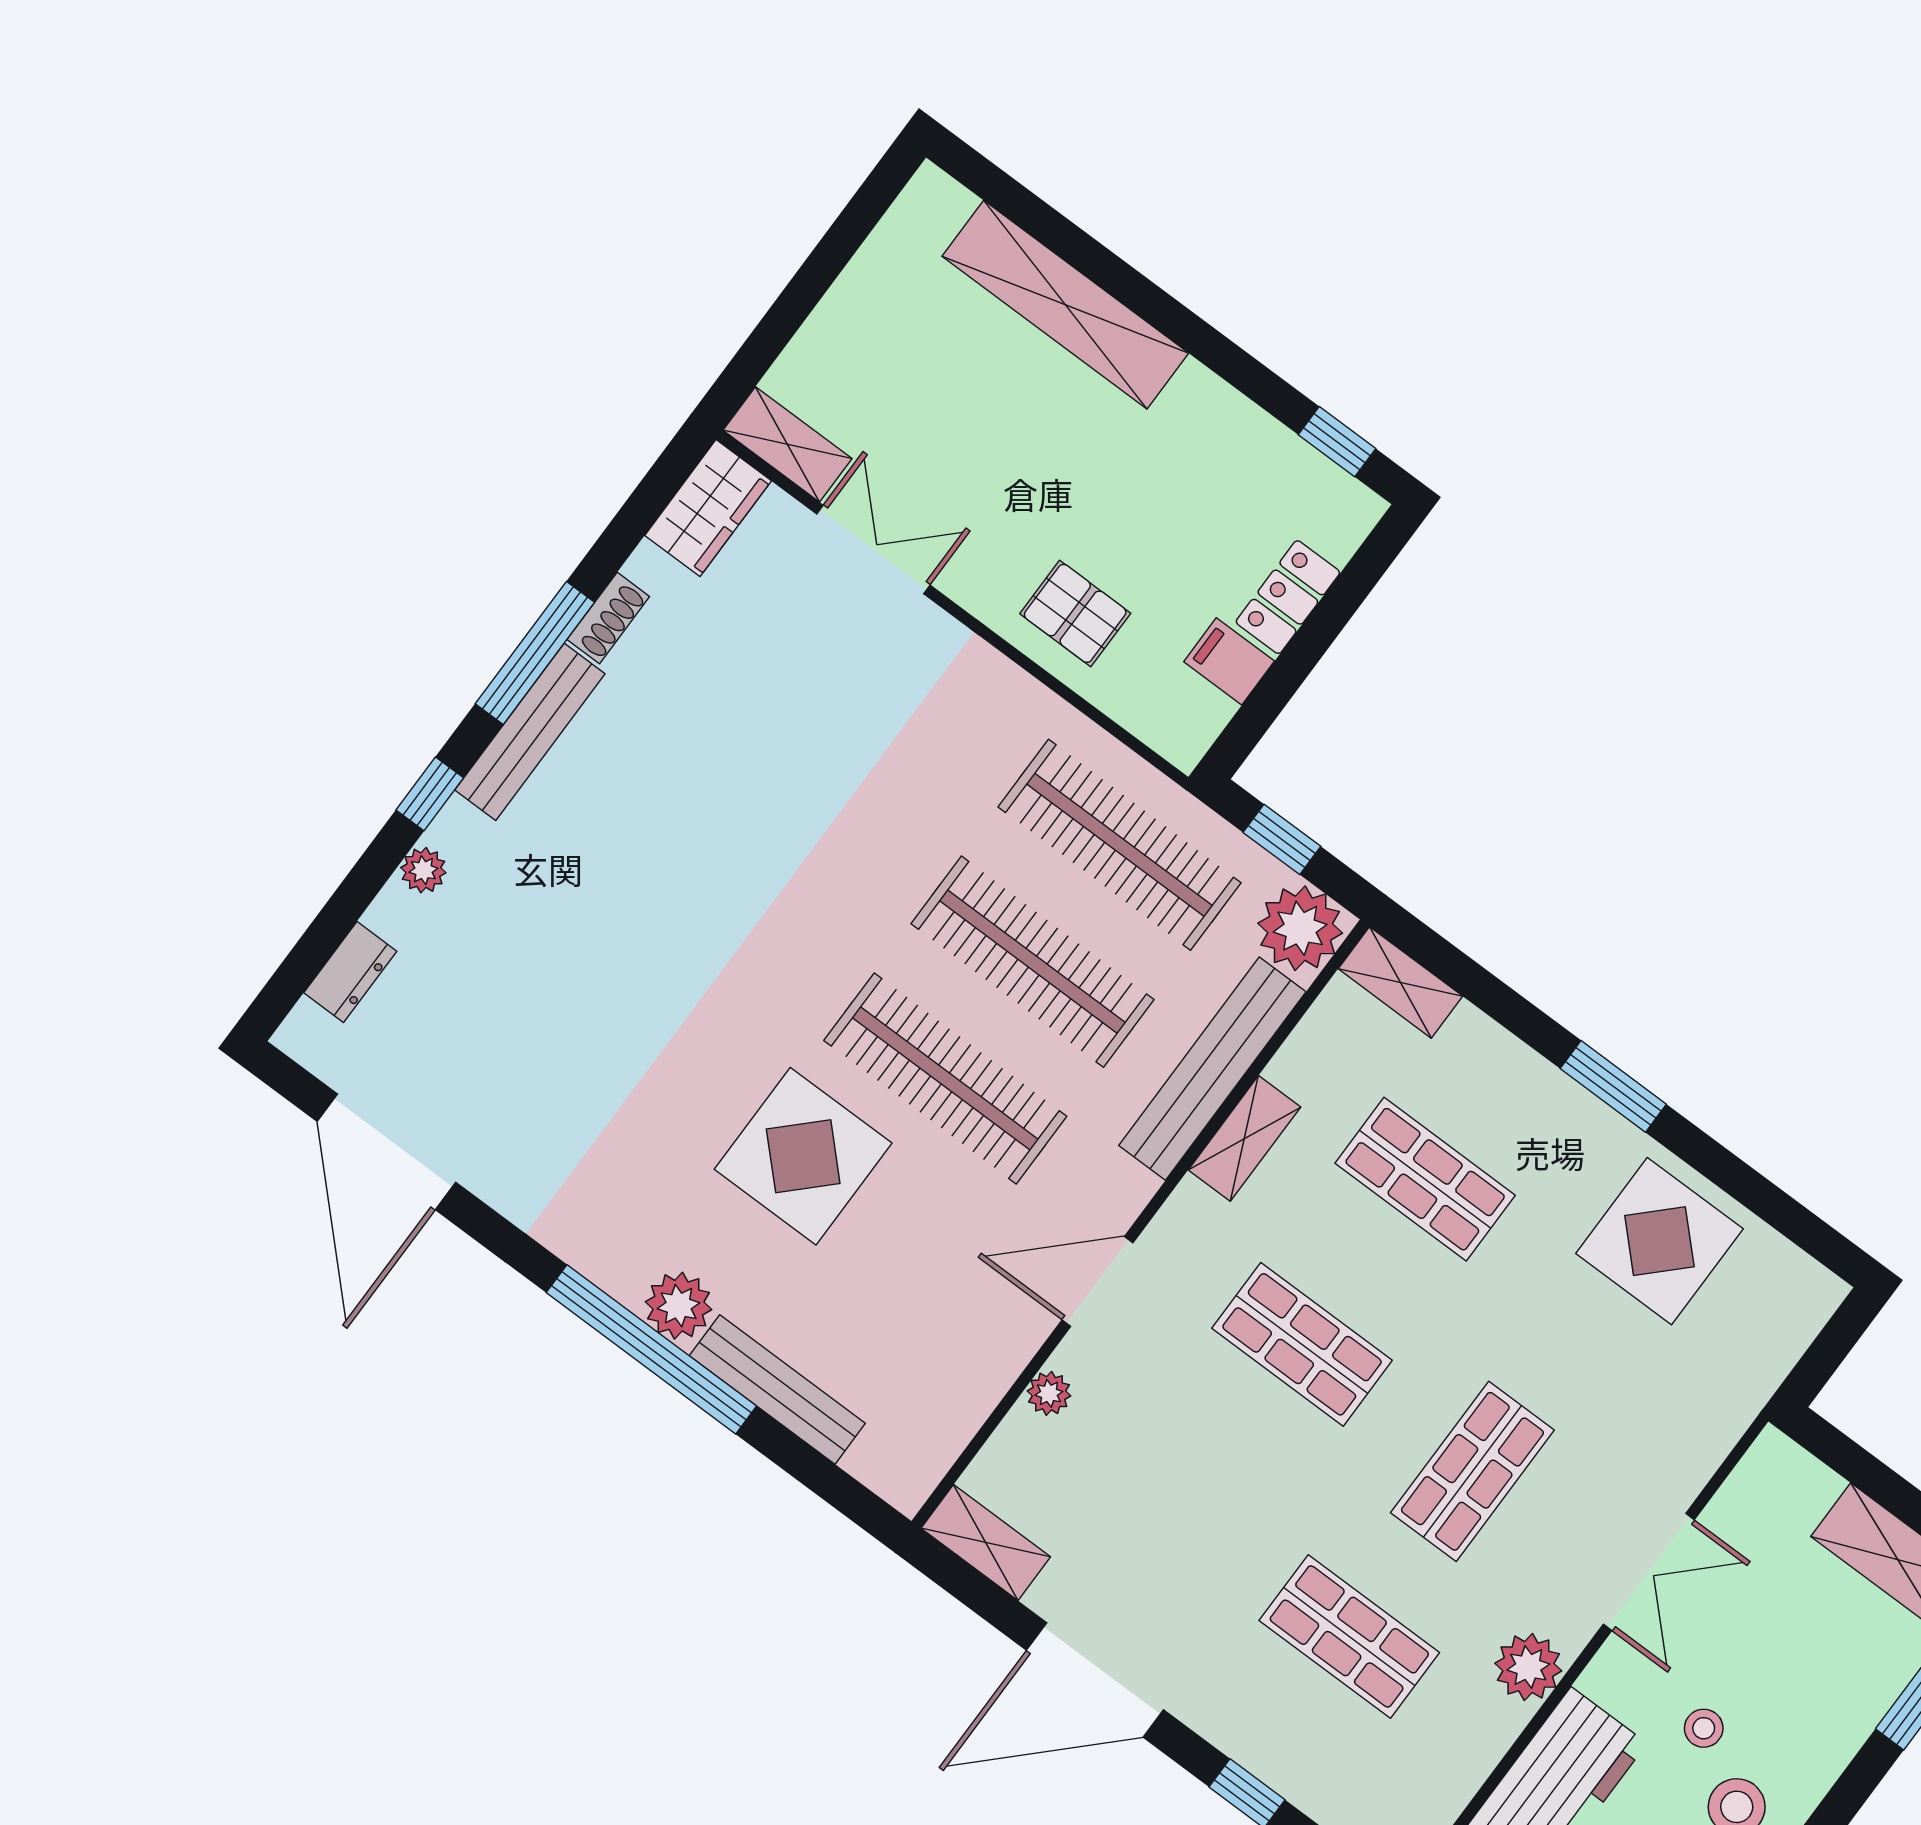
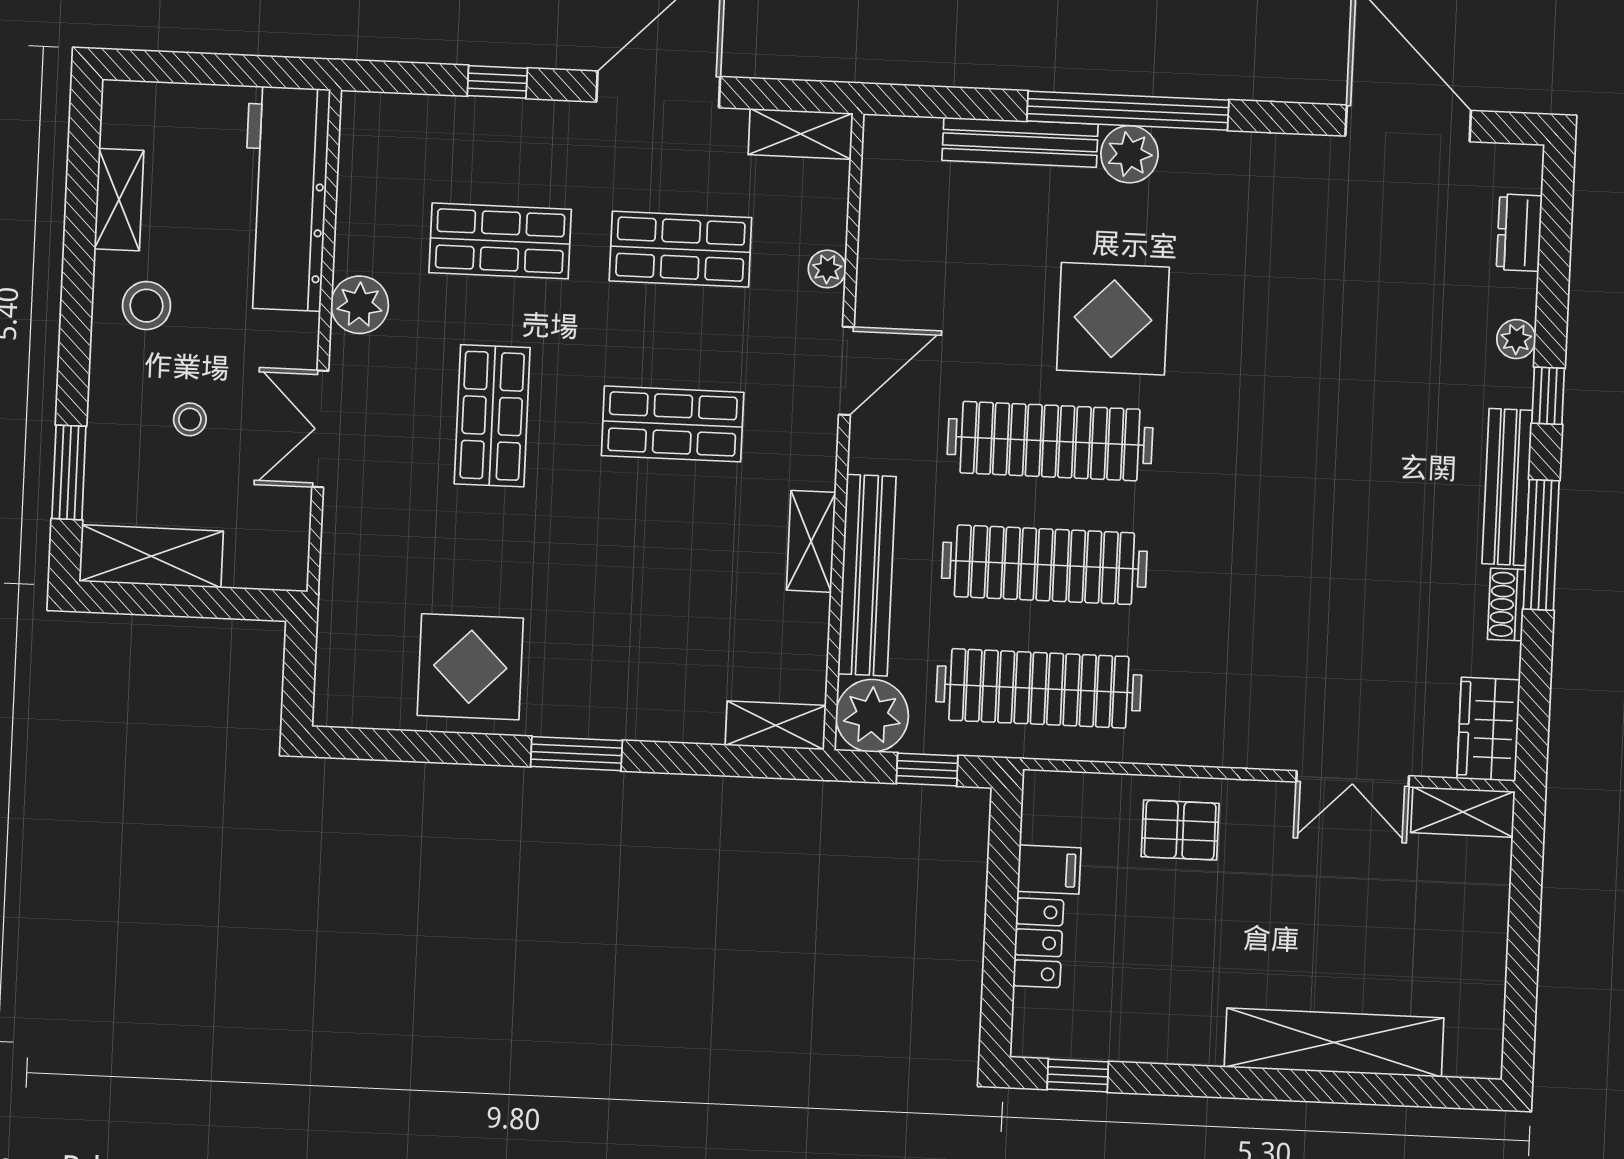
shop shelf: (1425, 1179) -> (680, 249), moved
stool: (1704, 1728) -> (190, 419), moved

